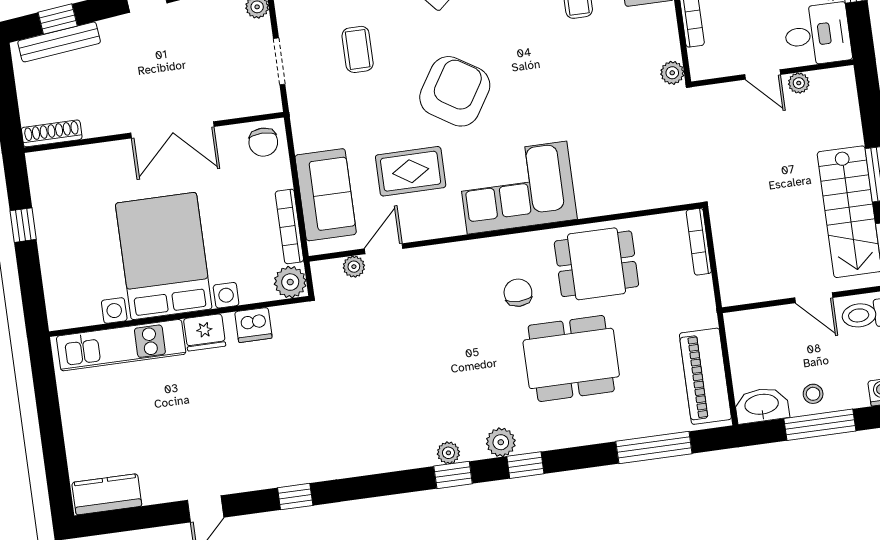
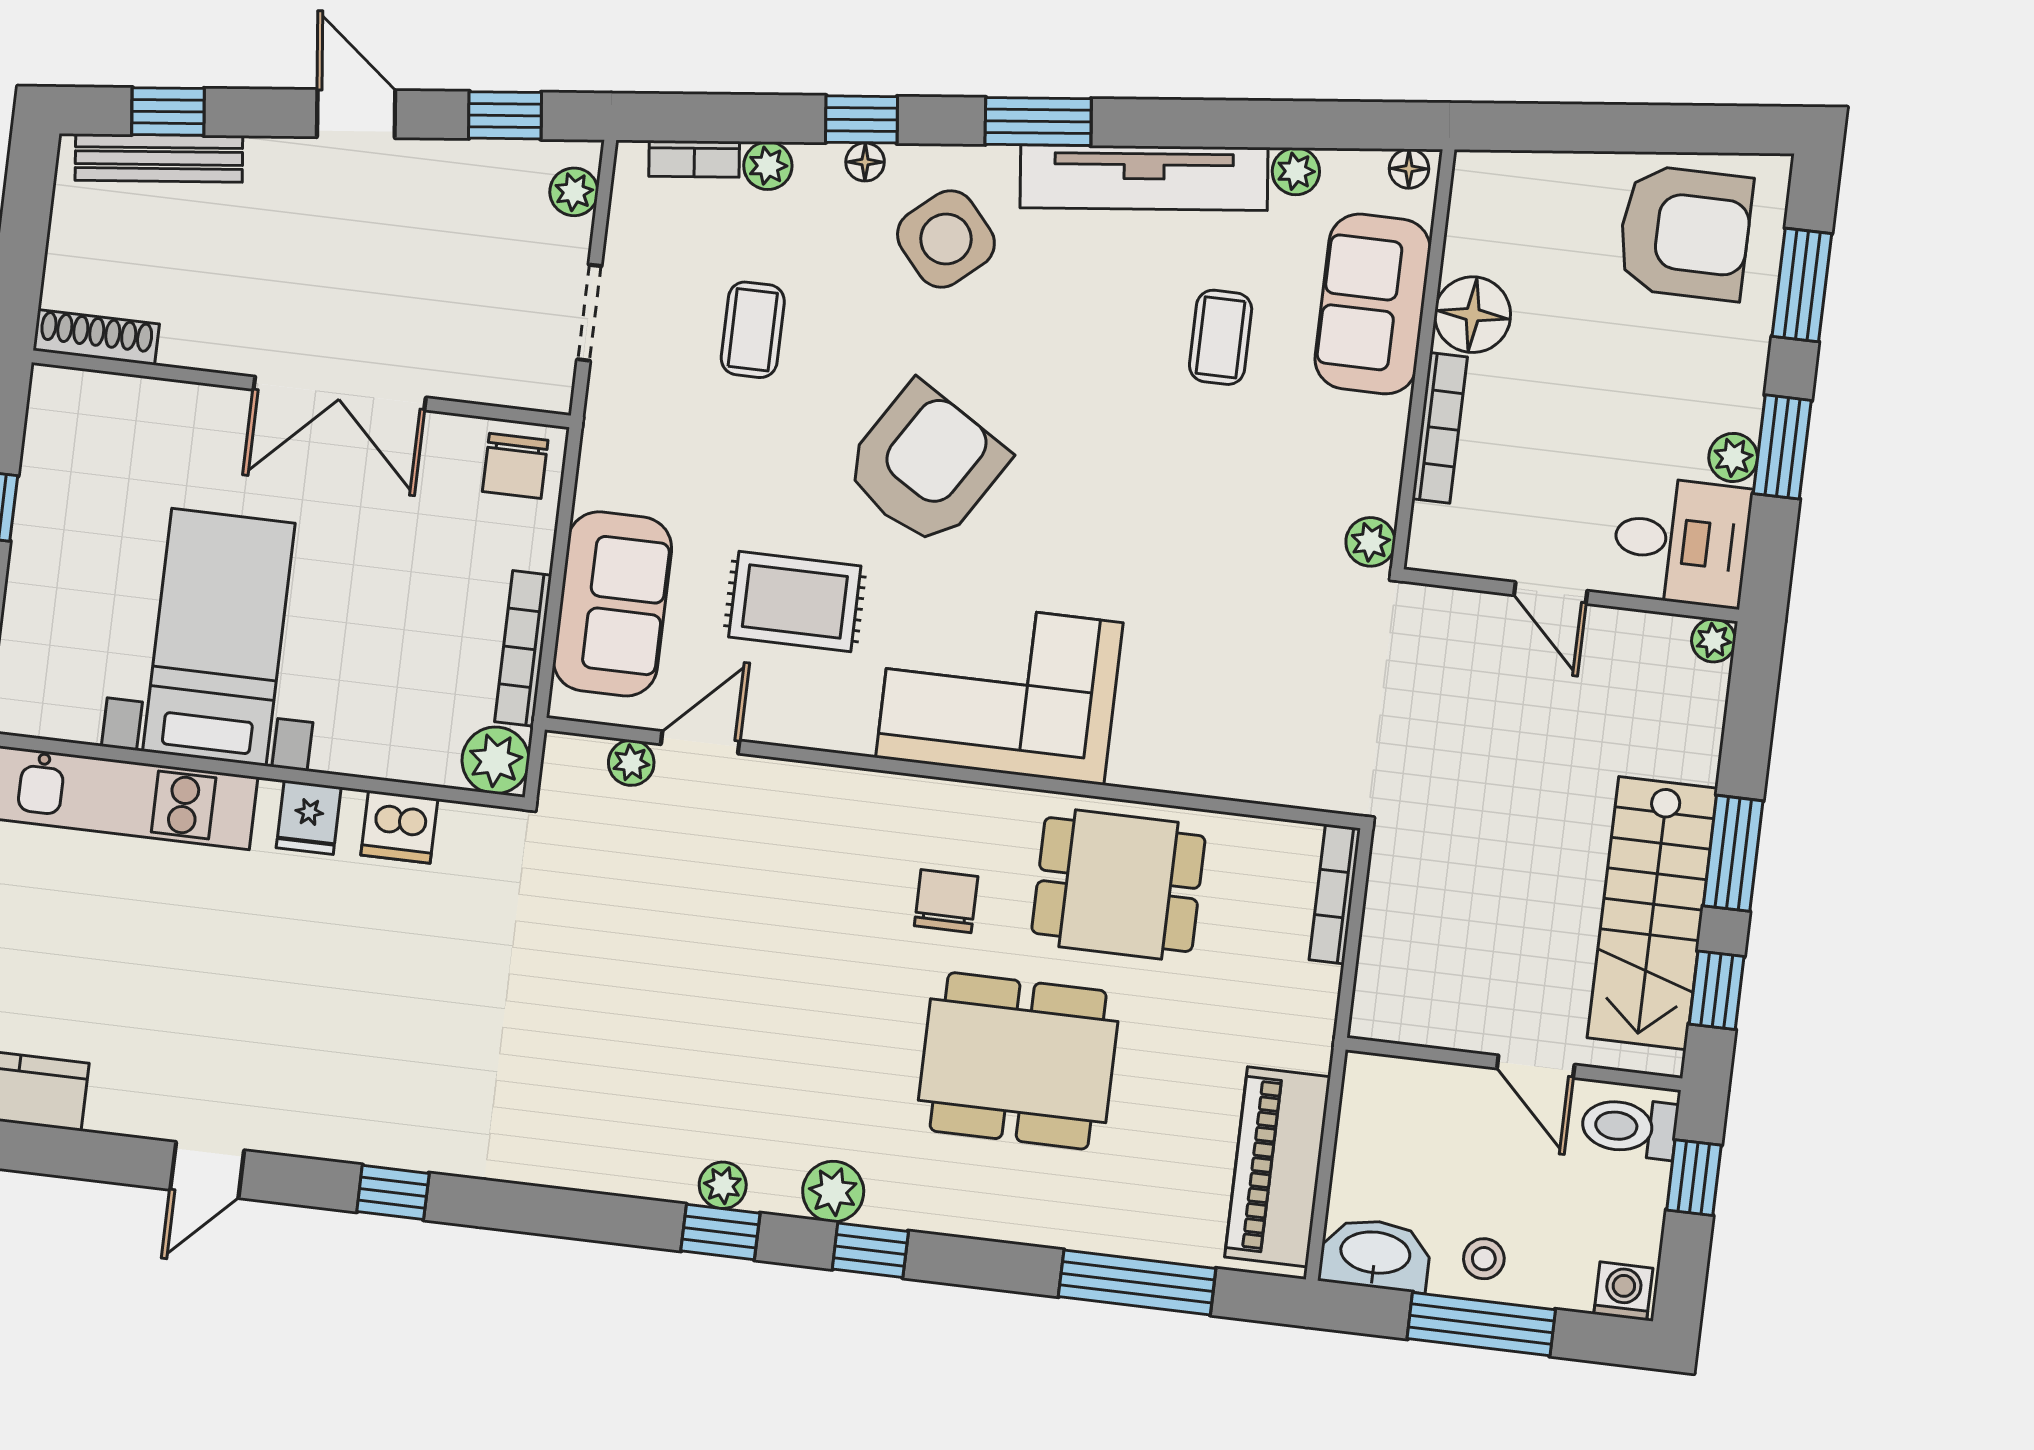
plant: (799, 83) -> (1713, 640), moved
bed with nightstands: (164, 256) -> (219, 637), width x0.73
fridge: (205, 332) -> (309, 817), width x0.72

